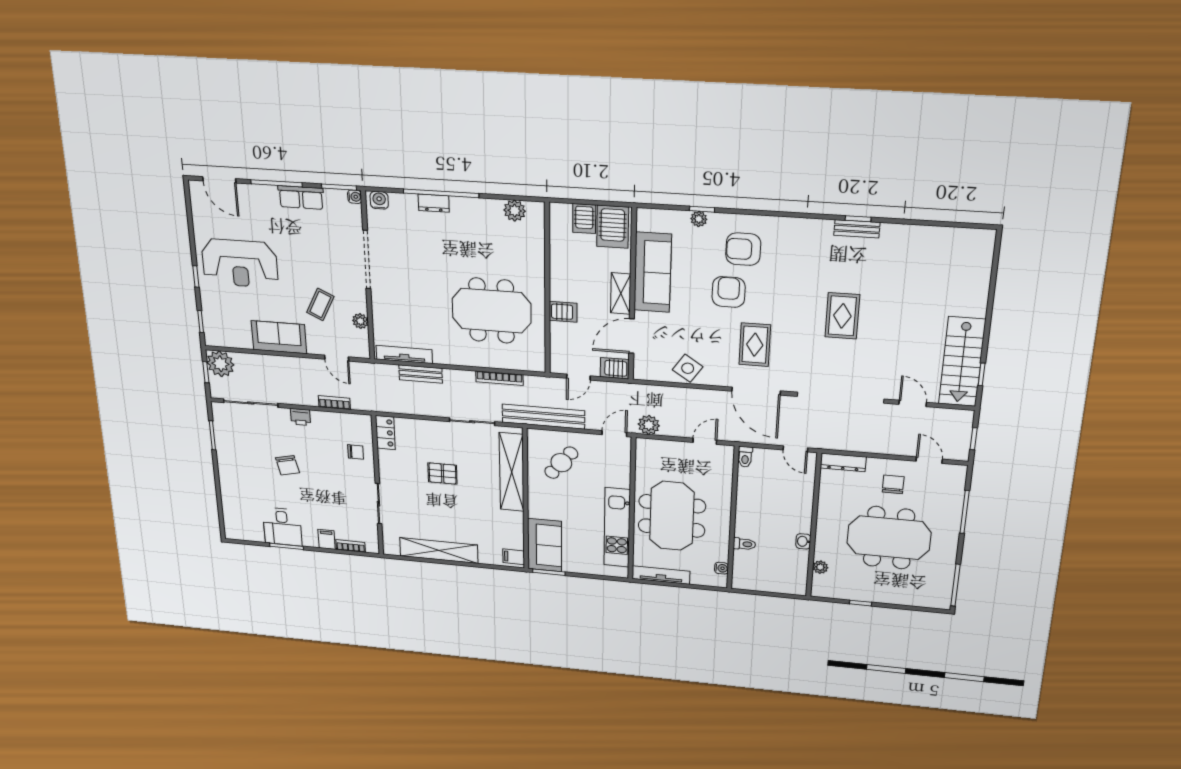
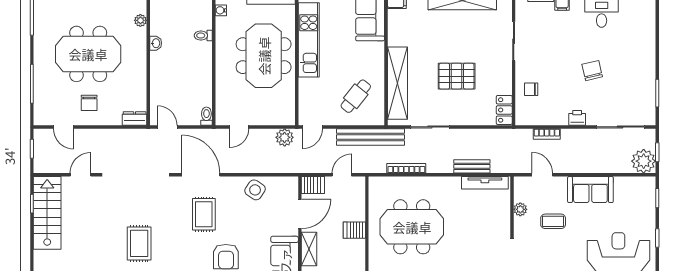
coffee table: (320, 304) -> (553, 221), turned 64
door: (913, 403) -> (80, 175), swing flipped
dresser: (843, 462) -> (135, 119), width x0.70
pallet: (443, 474) -> (457, 76), width x1.50, depth x1.42

